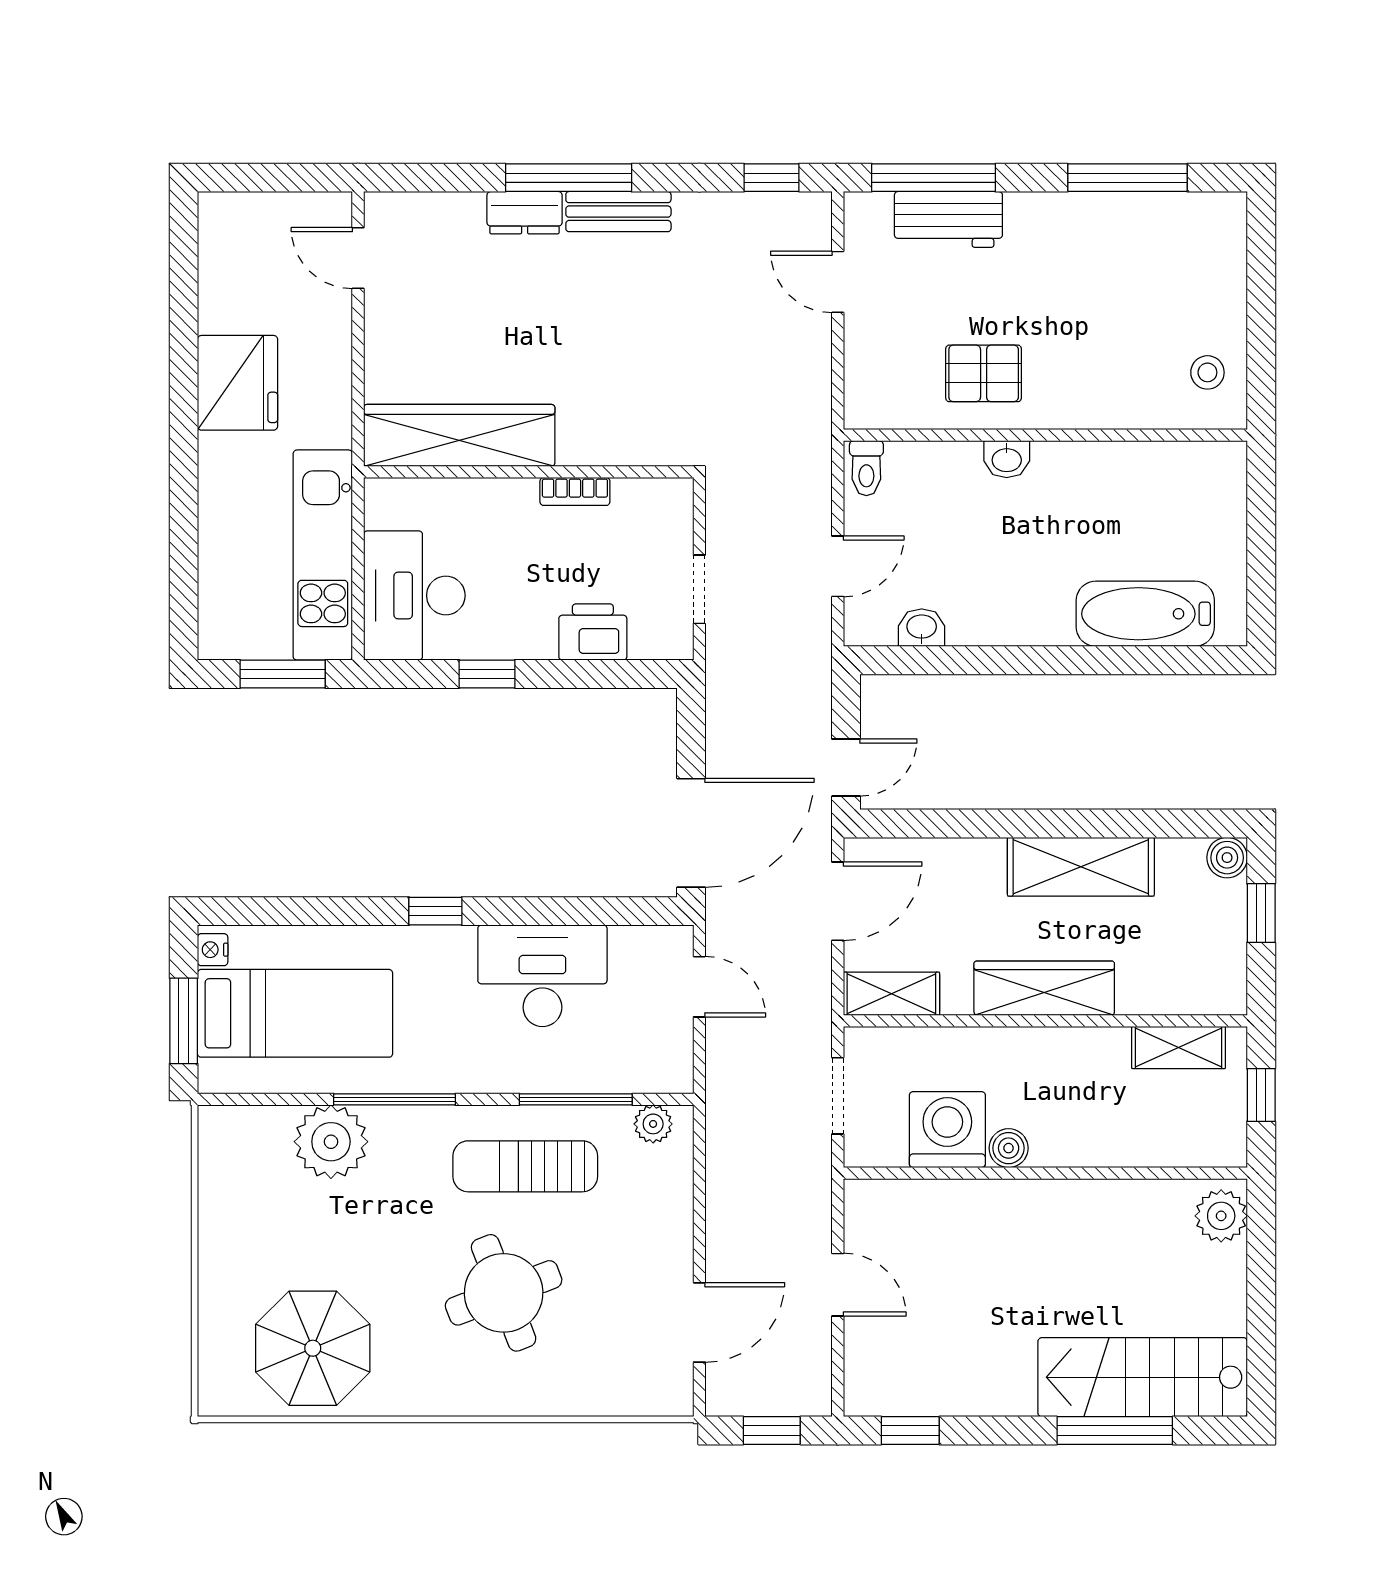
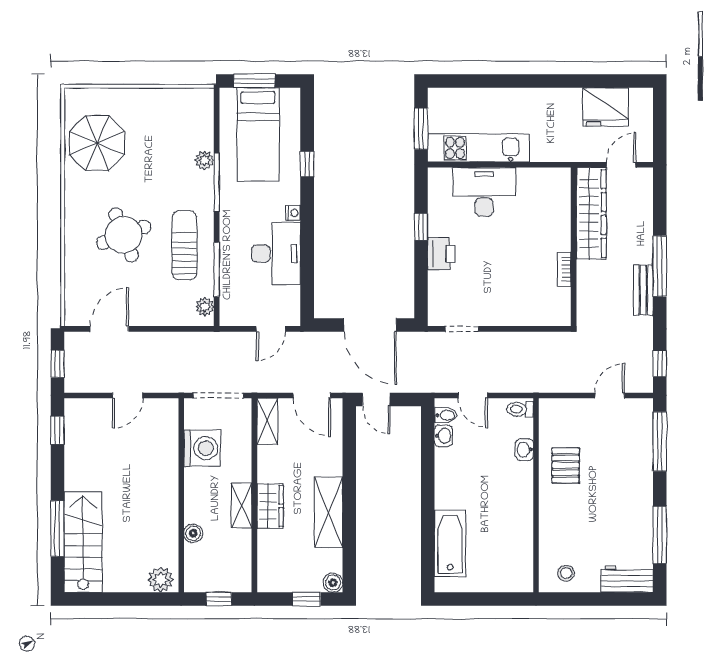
dresser: (525, 213) -> (643, 245), removed
workbench: (948, 219) -> (627, 579), moved, turned 90
fridge: (238, 383) -> (605, 107), moved
wardrobe: (459, 435) -> (591, 213), moved
washbasin: (1007, 459) -> (524, 450), moved
wall: (529, 472) -> (574, 247), moved
bookcase: (575, 491) -> (564, 269), moved
desk: (414, 595) -> (484, 192), moved
bidet: (879, 623) -> (446, 415), added
printer: (593, 632) -> (441, 254), moved
door: (691, 833) -> (370, 325), moved
window: (435, 911) -> (307, 164), moved
nightstand: (213, 950) -> (293, 213), moved, turned 90
wardrobe: (1044, 988) -> (270, 506), width x0.67
shelving: (1179, 1048) -> (242, 505), moved
doorway: (838, 1096) -> (218, 395), width x1.38
plant: (331, 1142) -> (205, 160), width x0.53, depth x0.53
boiler: (1009, 1148) -> (193, 533), moved
door: (699, 1322) -> (109, 329), swing flipped

